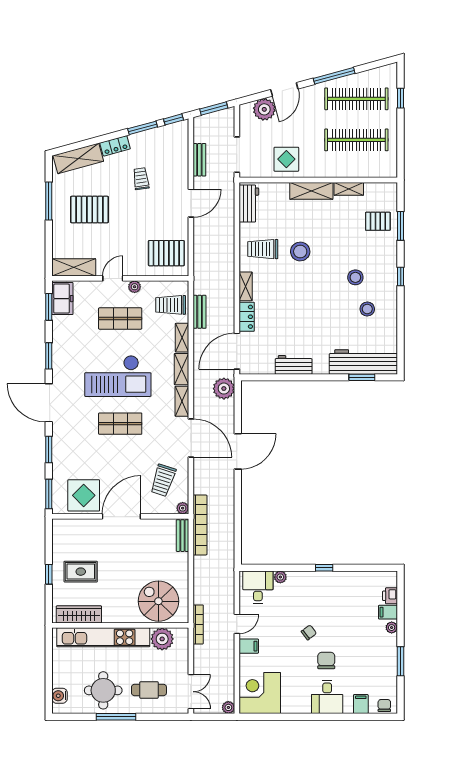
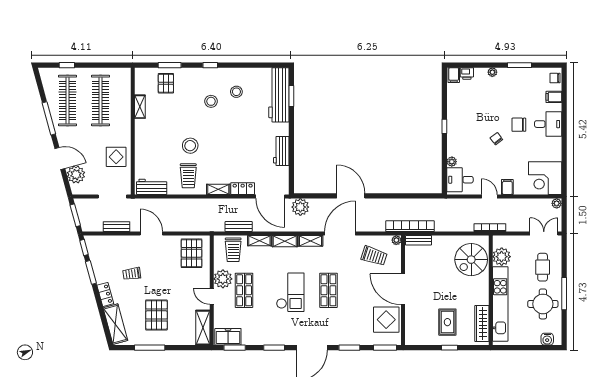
shelving: (311, 191) -> (141, 137), removed
plant: (135, 287) -> (223, 279), width x1.88, depth x1.88
checkout: (118, 376) -> (290, 292), width x0.73, depth x0.83
filing cabinet: (388, 612) -> (454, 75), moved

